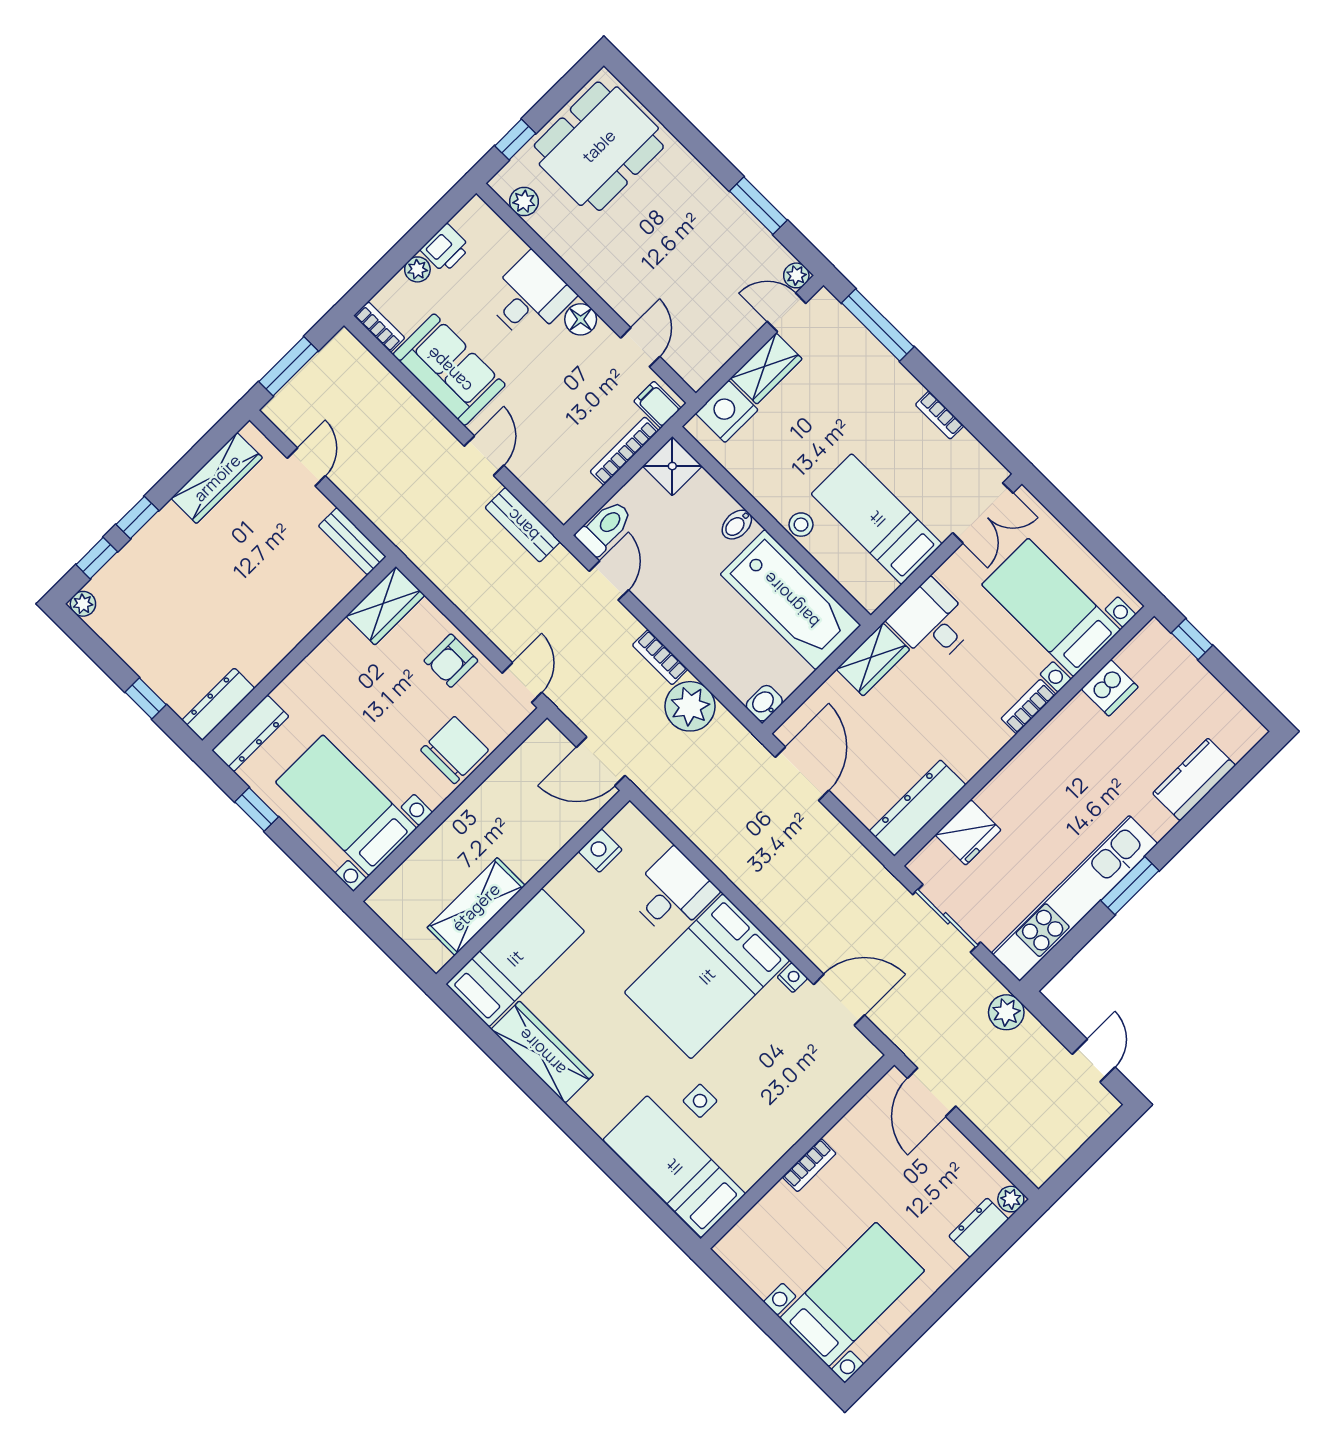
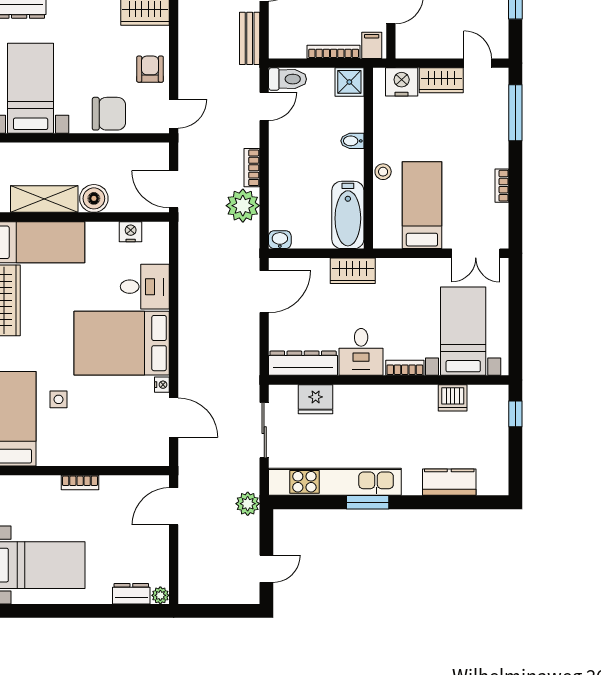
plant: (796, 275) -> (500, 50), removed
bathtub: (791, 600) -> (348, 215), width x0.73, depth x0.73
desk: (932, 622) -> (361, 352), moved, turned 180
armchair: (451, 661) -> (150, 69), turned 90
boiler: (527, 854) -> (94, 198), added

